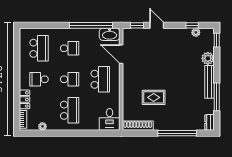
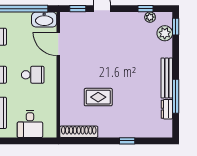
plant: (208, 58) -> (165, 33), moved
school desk: (100, 79) -> (33, 75), width x0.54
desk: (110, 119) -> (30, 124), moved
dresser: (209, 122) -> (167, 109), moved
window: (177, 133) -> (127, 141), width x0.32

